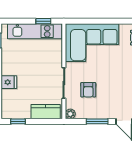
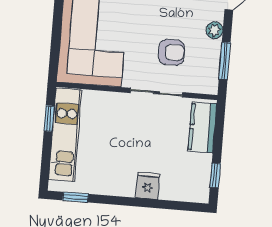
plant: (70, 114) -> (214, 30), moved
window: (97, 121) -> (225, 61), moved

